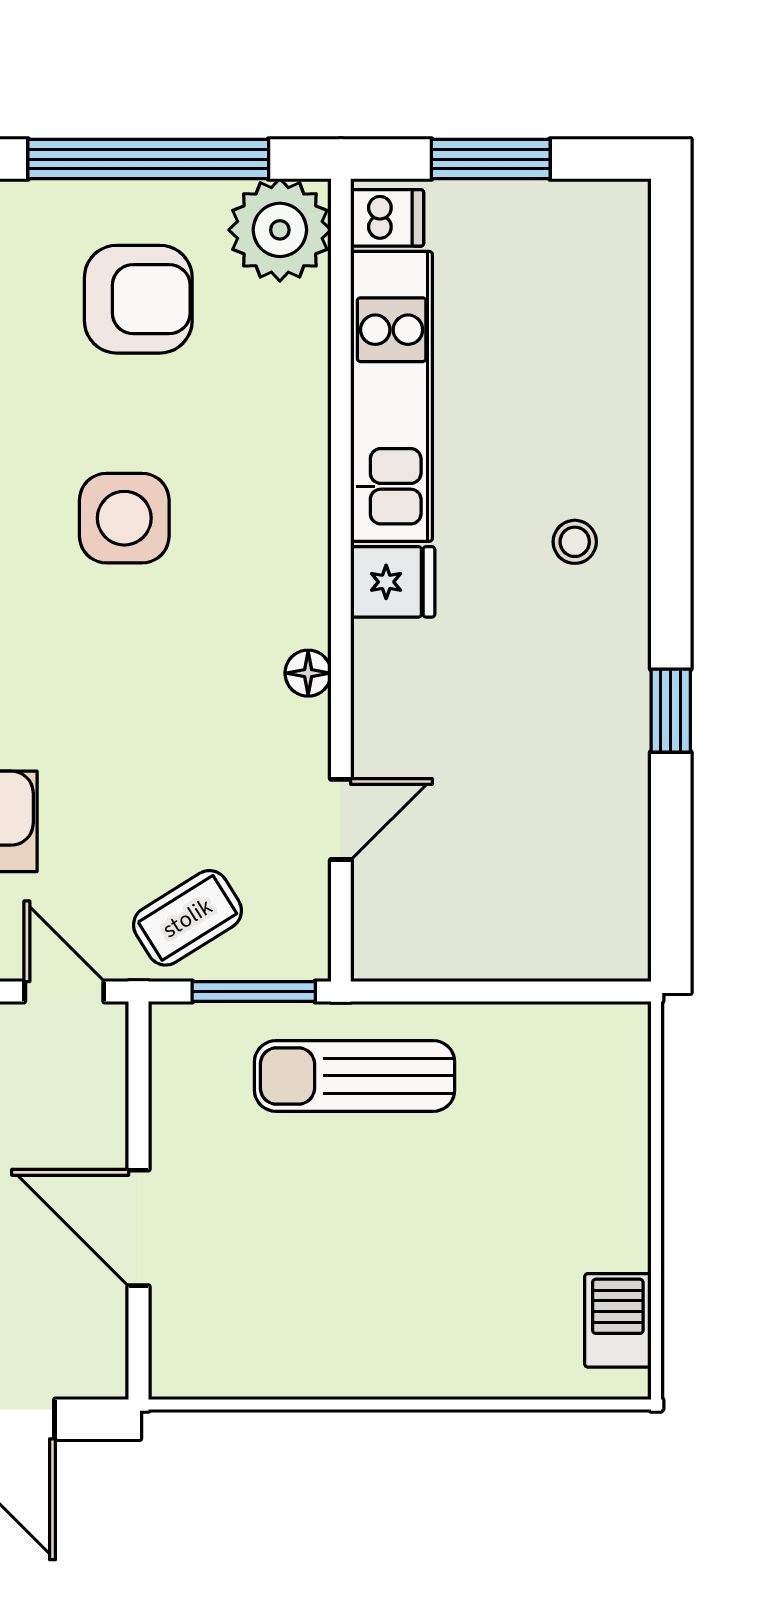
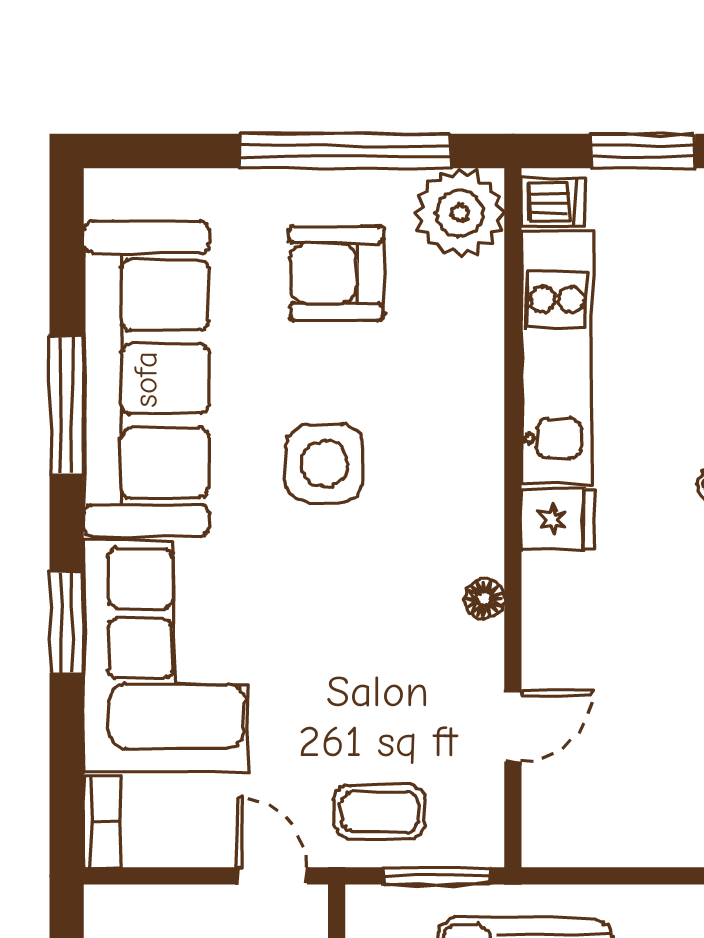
armchair: (138, 299) -> (336, 273), turned 180
coffee table: (187, 918) -> (379, 812), turned 32

